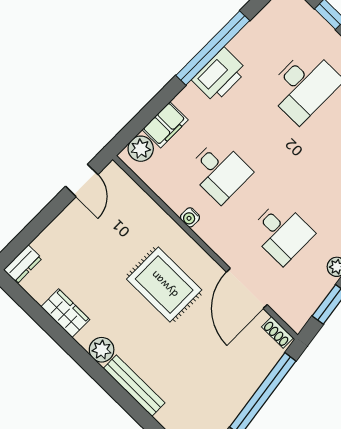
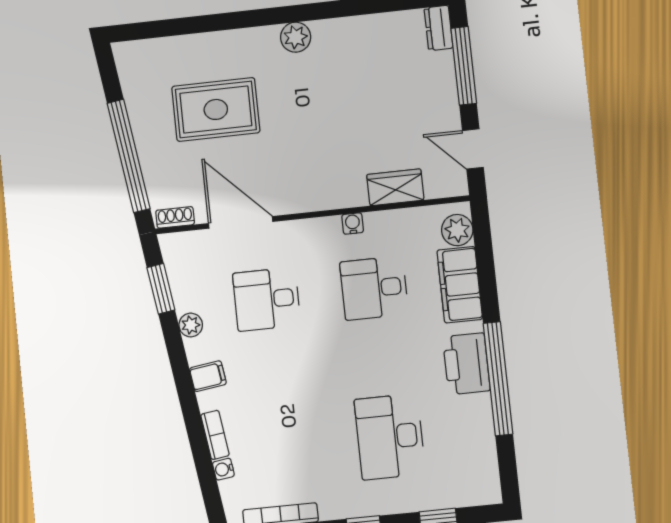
filing cabinet: (165, 125) -> (460, 285), width x1.50, depth x1.17
window: (34, 229) -> (464, 66), added
rug: (164, 285) -> (216, 109), moved
wardrobe: (65, 313) -> (395, 187), moved, turned 180
bench: (134, 386) -> (236, 40), removed

